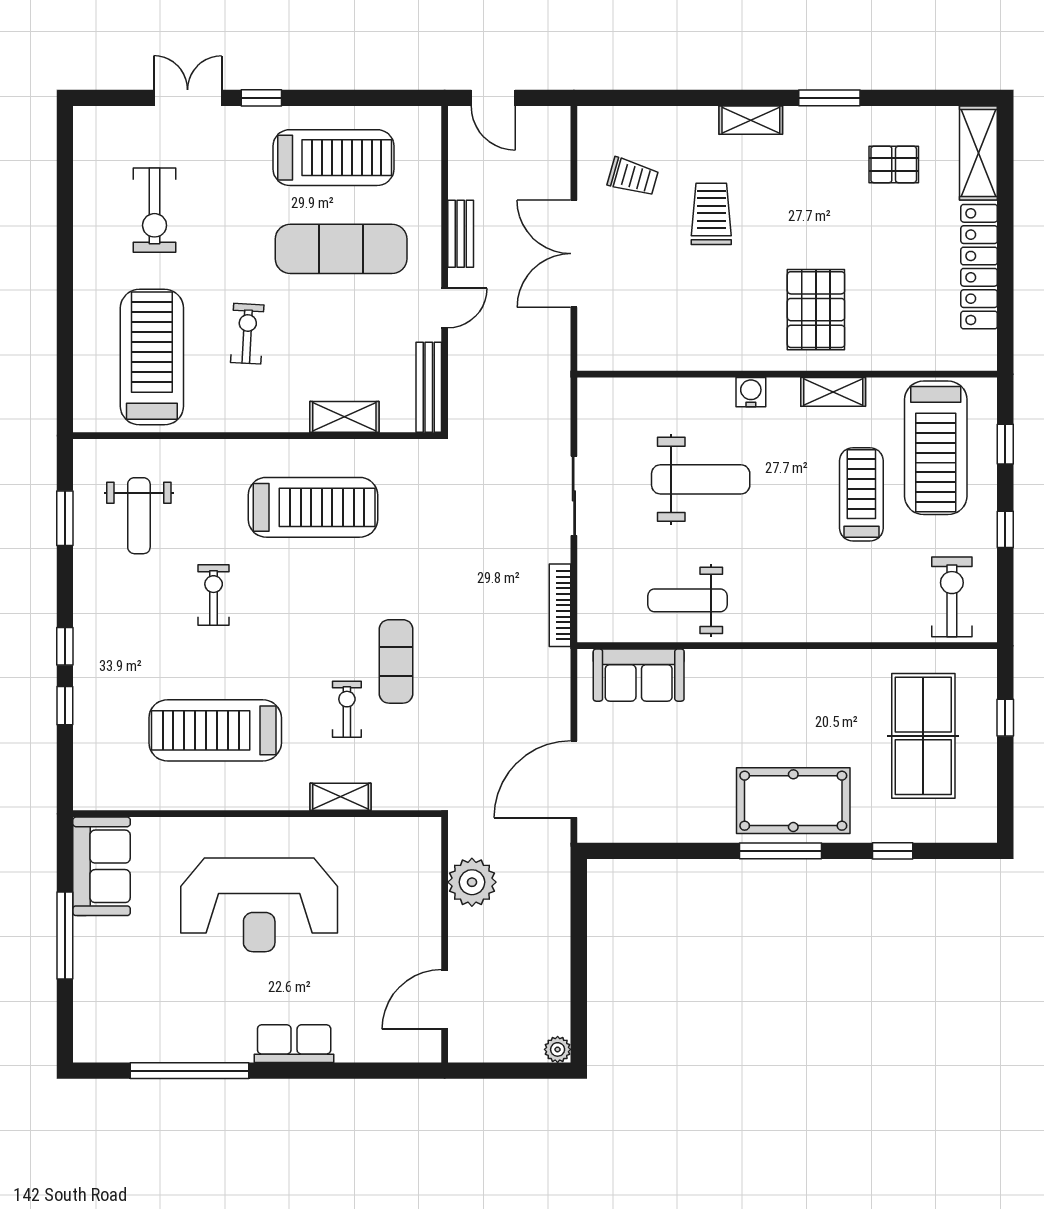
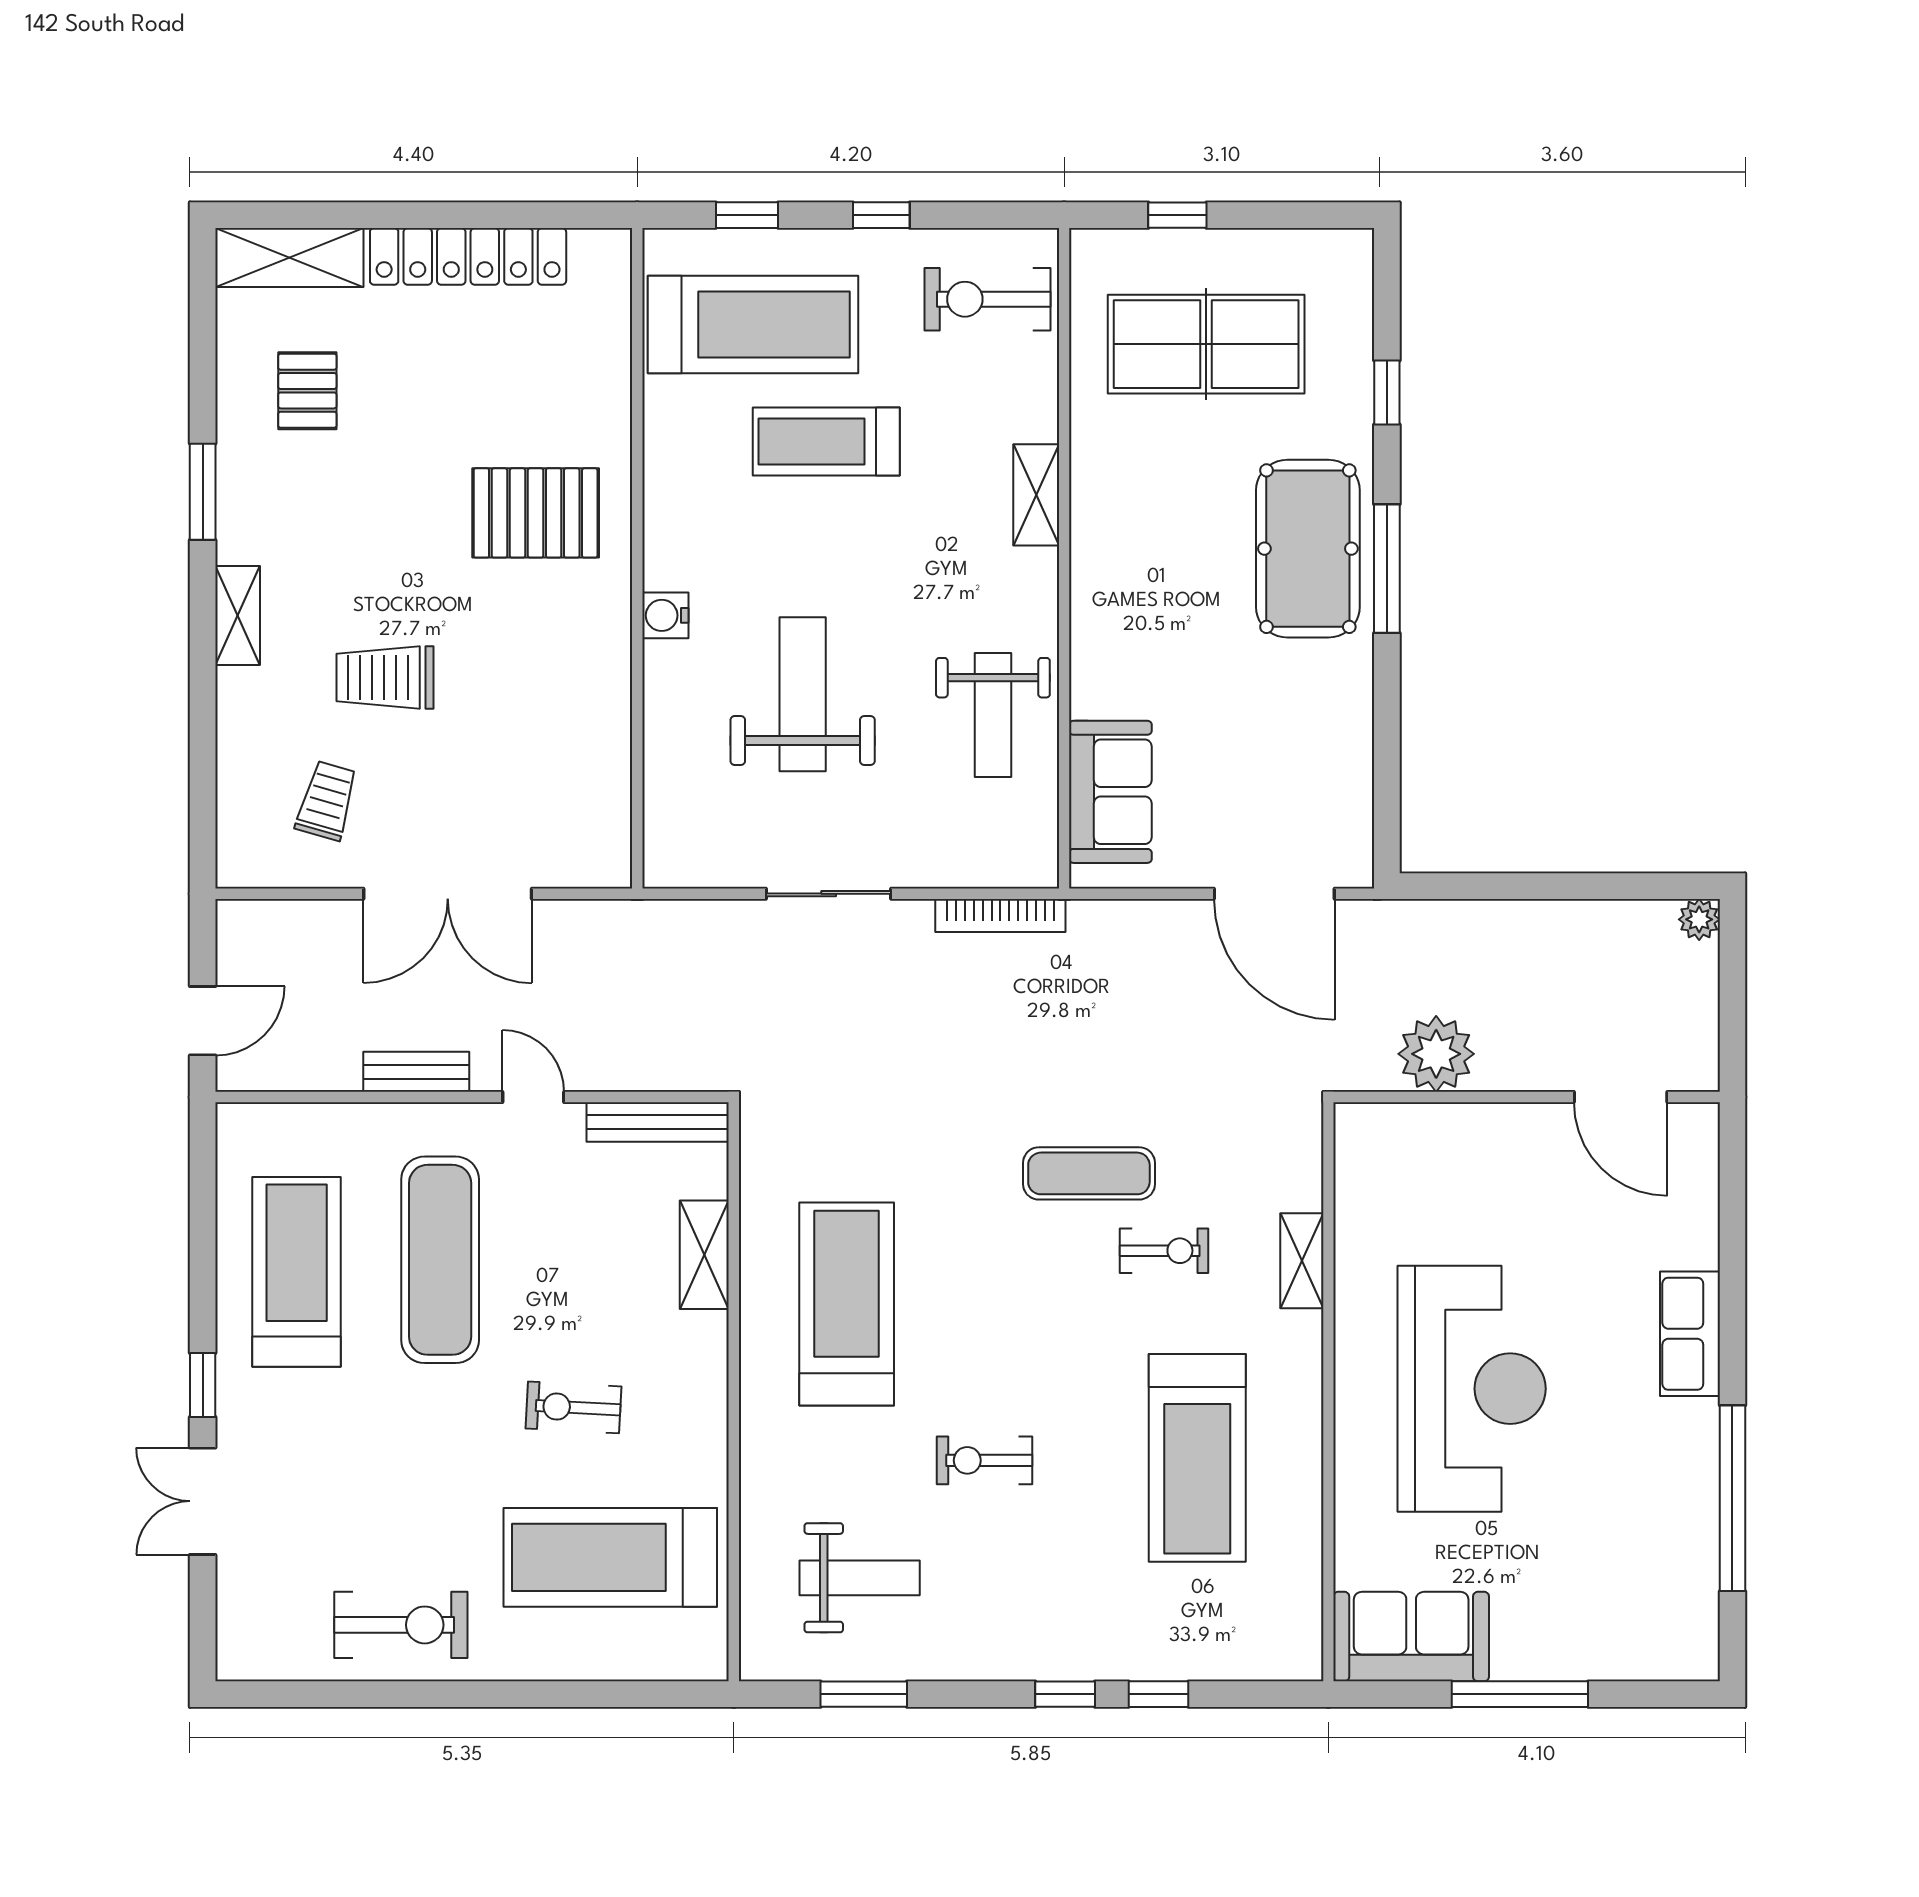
exercise bike: (155, 210) -> (401, 1625), moved
shelving: (833, 392) -> (1036, 495), moved
exercise bike: (347, 709) -> (1164, 1251), turned 180

